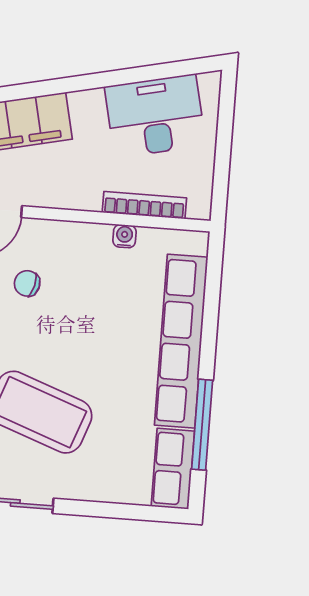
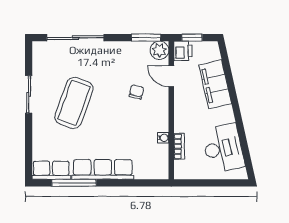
bookcase: (144, 205) -> (179, 146), width x0.64
row of seats: (181, 341) -> (103, 169), width x0.73

